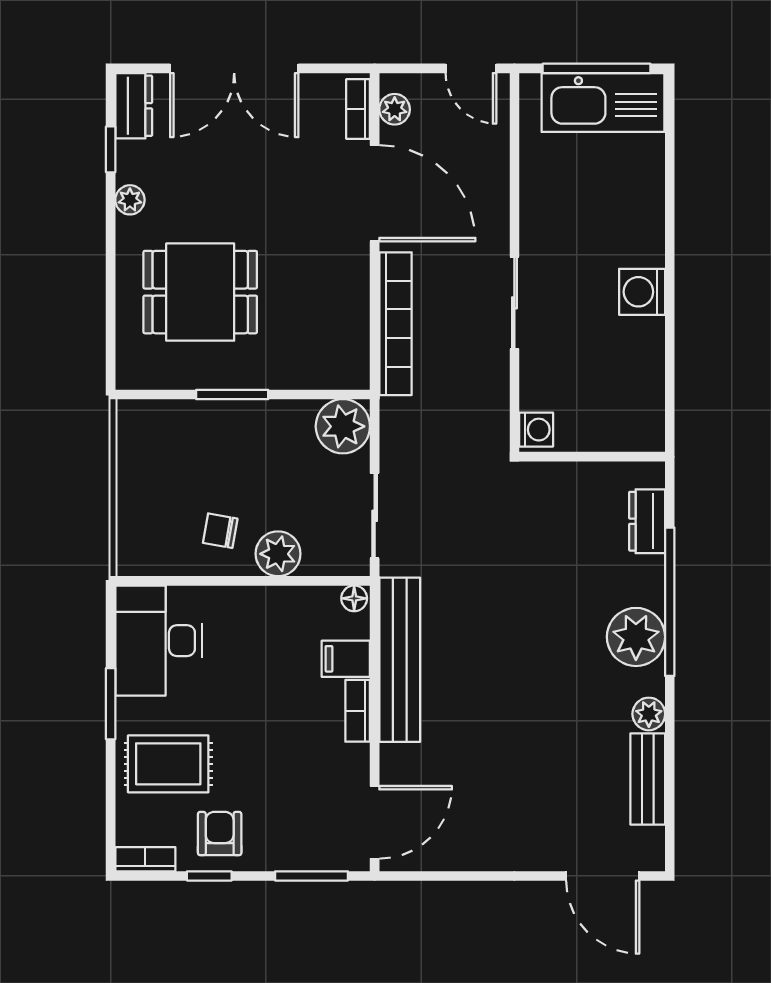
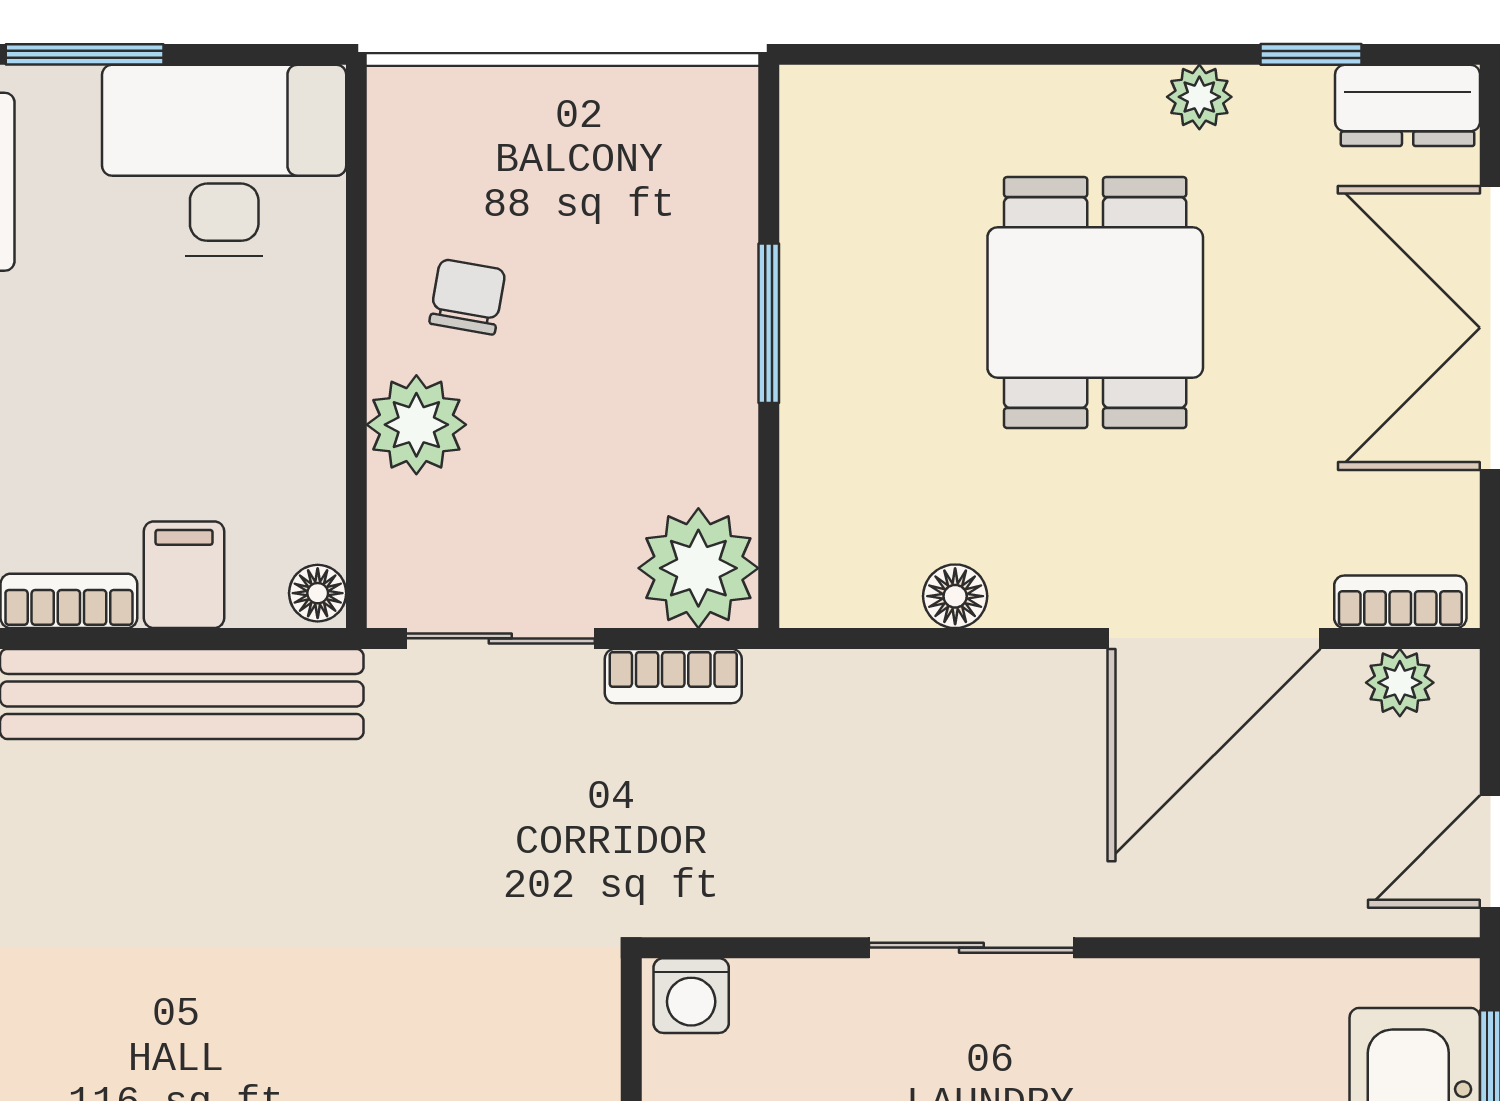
dining table: (200, 292) -> (1095, 303), moved
floor lamp: (356, 310) -> (955, 596), added
bookcase: (396, 324) -> (673, 676), moved, width x0.43, depth x0.76

